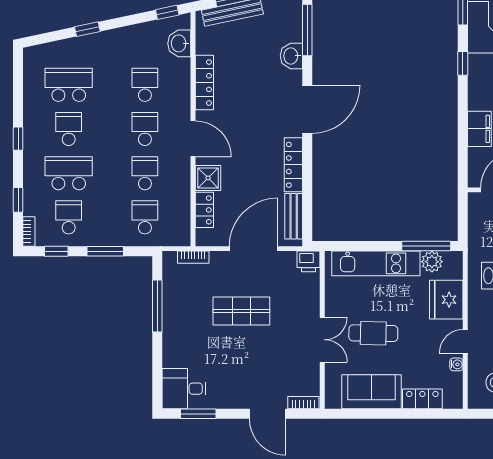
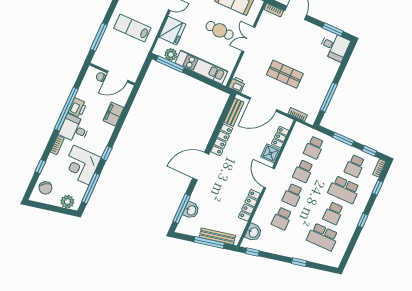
washbasin: (291, 56) -> (191, 210), moved

